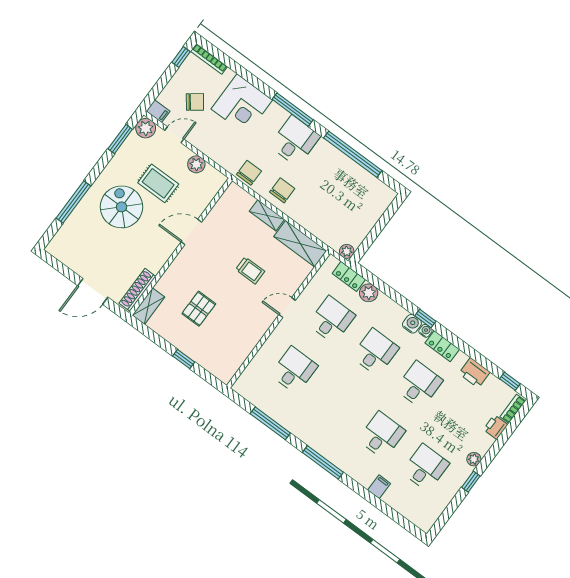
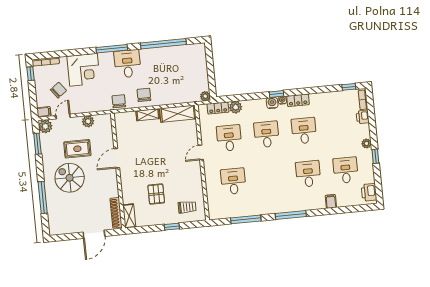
trolley: (250, 270) -> (187, 207), moved
printer: (474, 373) -> (369, 192), moved, turned 90

